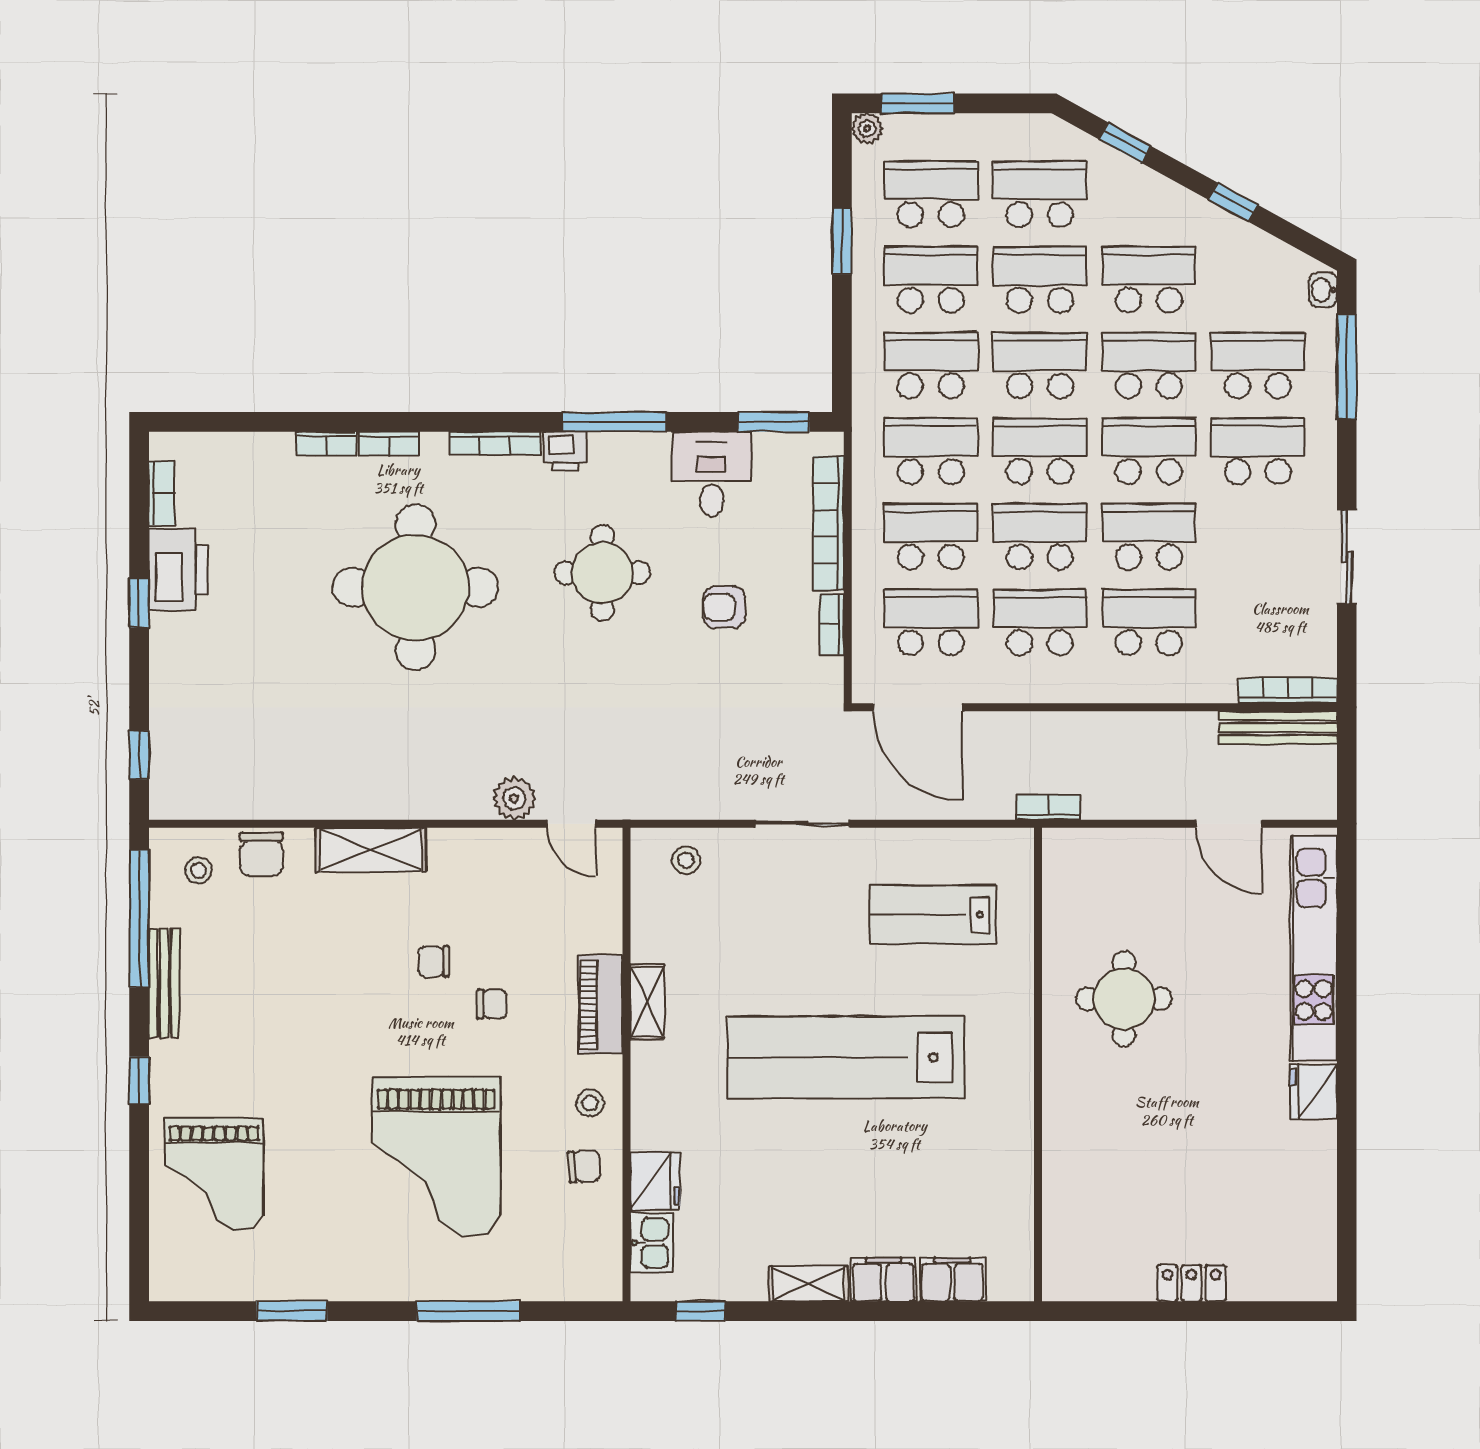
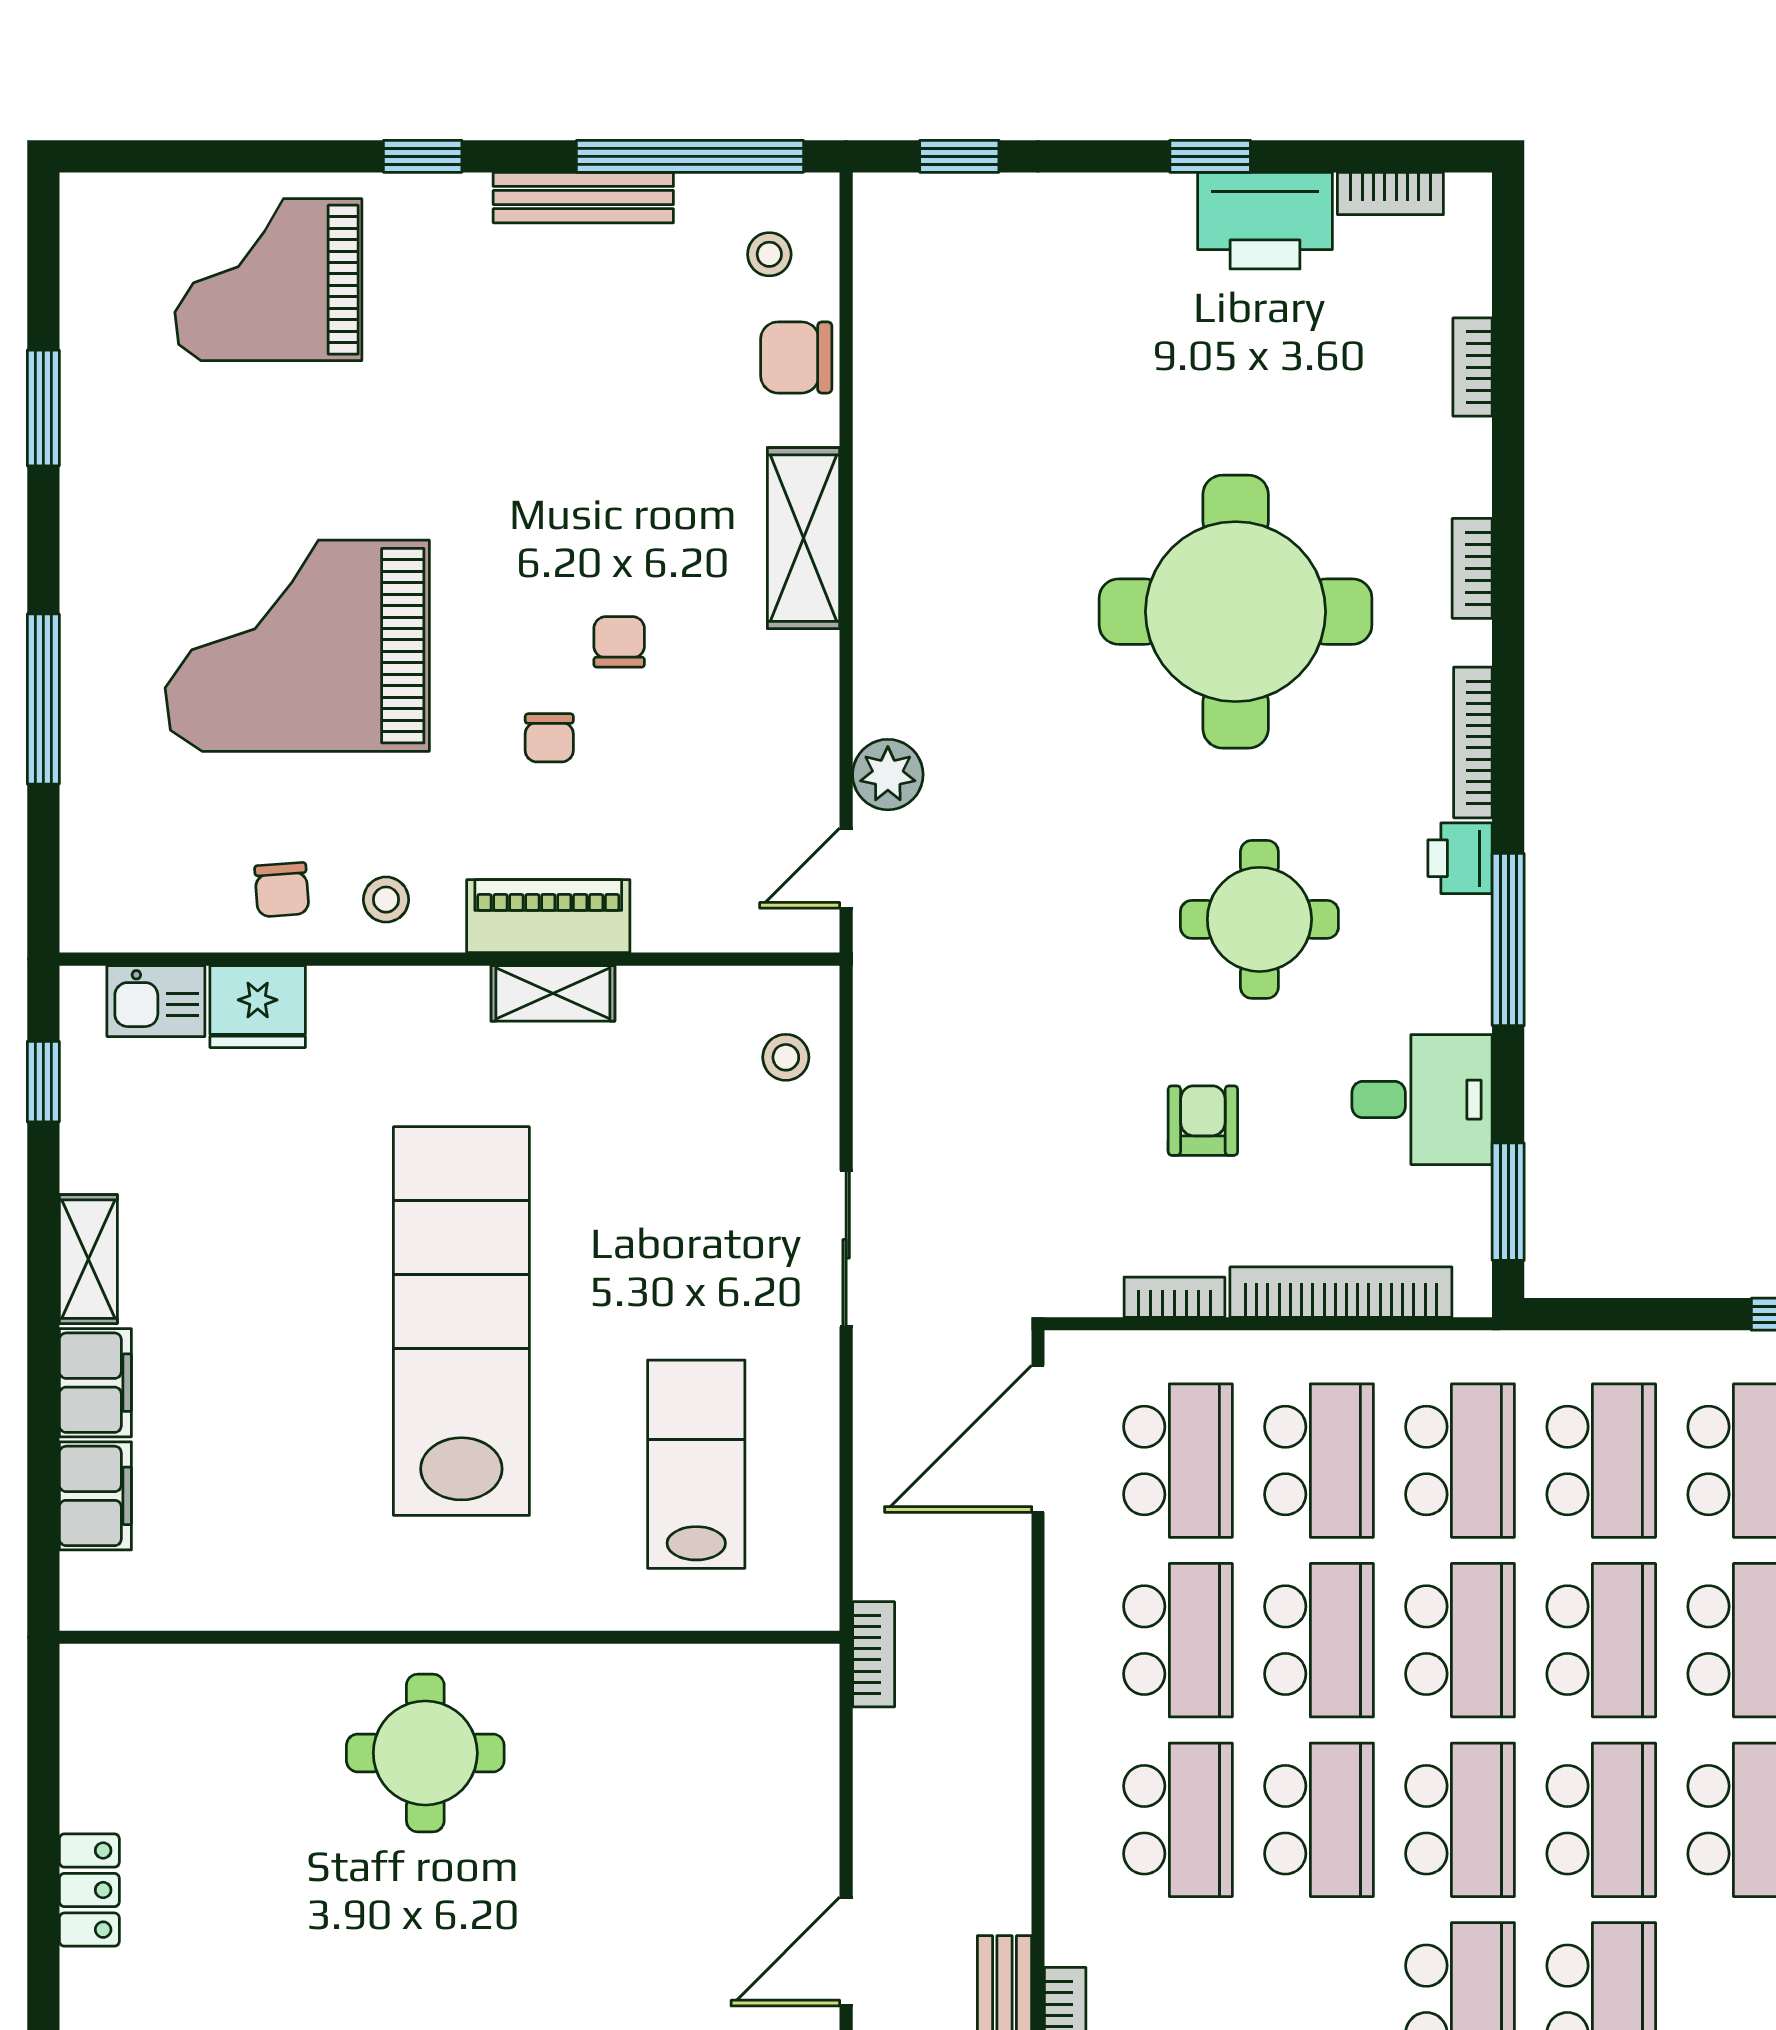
bookcase: (326, 443) -> (1473, 367), moved
round table: (1124, 999) -> (425, 1753), moved

